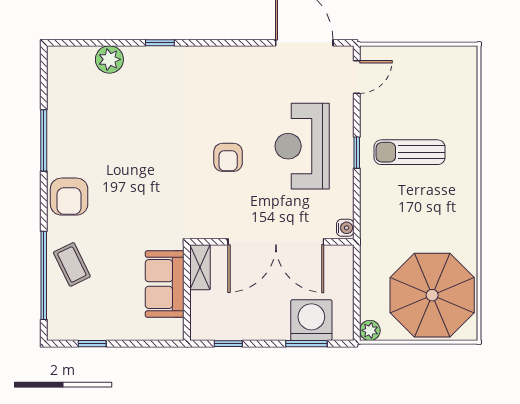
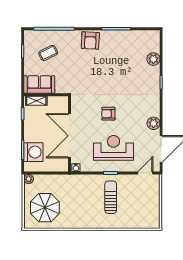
plant: (249, 59) -> (153, 123), added
door: (357, 77) -> (145, 173), swing flipped
armchair: (69, 197) -> (90, 40), turned -87
coffee table: (72, 264) -> (48, 53), moved
shelving: (200, 267) -> (36, 101), moved
sofa: (165, 284) -> (39, 85), moved
parasol: (432, 295) -> (45, 208), width x0.73, depth x0.73

